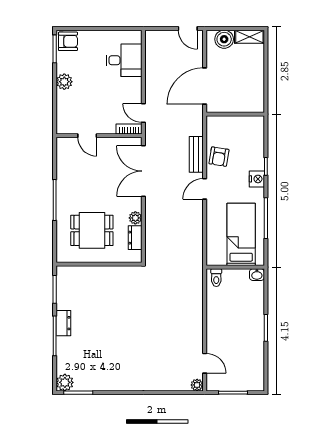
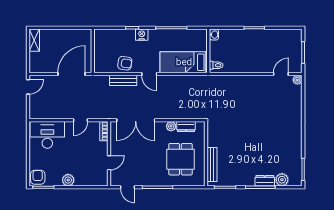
boiler: (224, 39) -> (36, 59), removed
desk: (124, 60) -> (47, 135), width x1.37
door: (205, 86) -> (71, 74), swing flipped
door: (143, 113) -> (80, 120), moved
door: (55, 160) -> (128, 187), added
bed: (241, 234) -> (184, 62), moved
bench: (85, 272) -> (212, 164), added
dresser: (63, 323) -> (265, 181), moved
plant: (65, 382) -> (282, 180), moved

